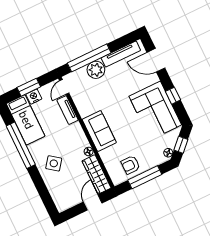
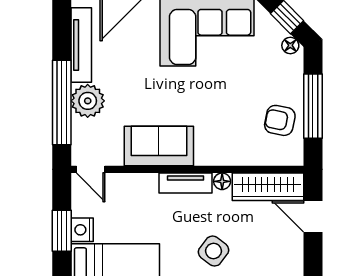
tv unit: (68, 110) -> (185, 183), moved
sofa: (99, 131) -> (159, 146), moved
armchair: (130, 165) -> (280, 120), turned 101

